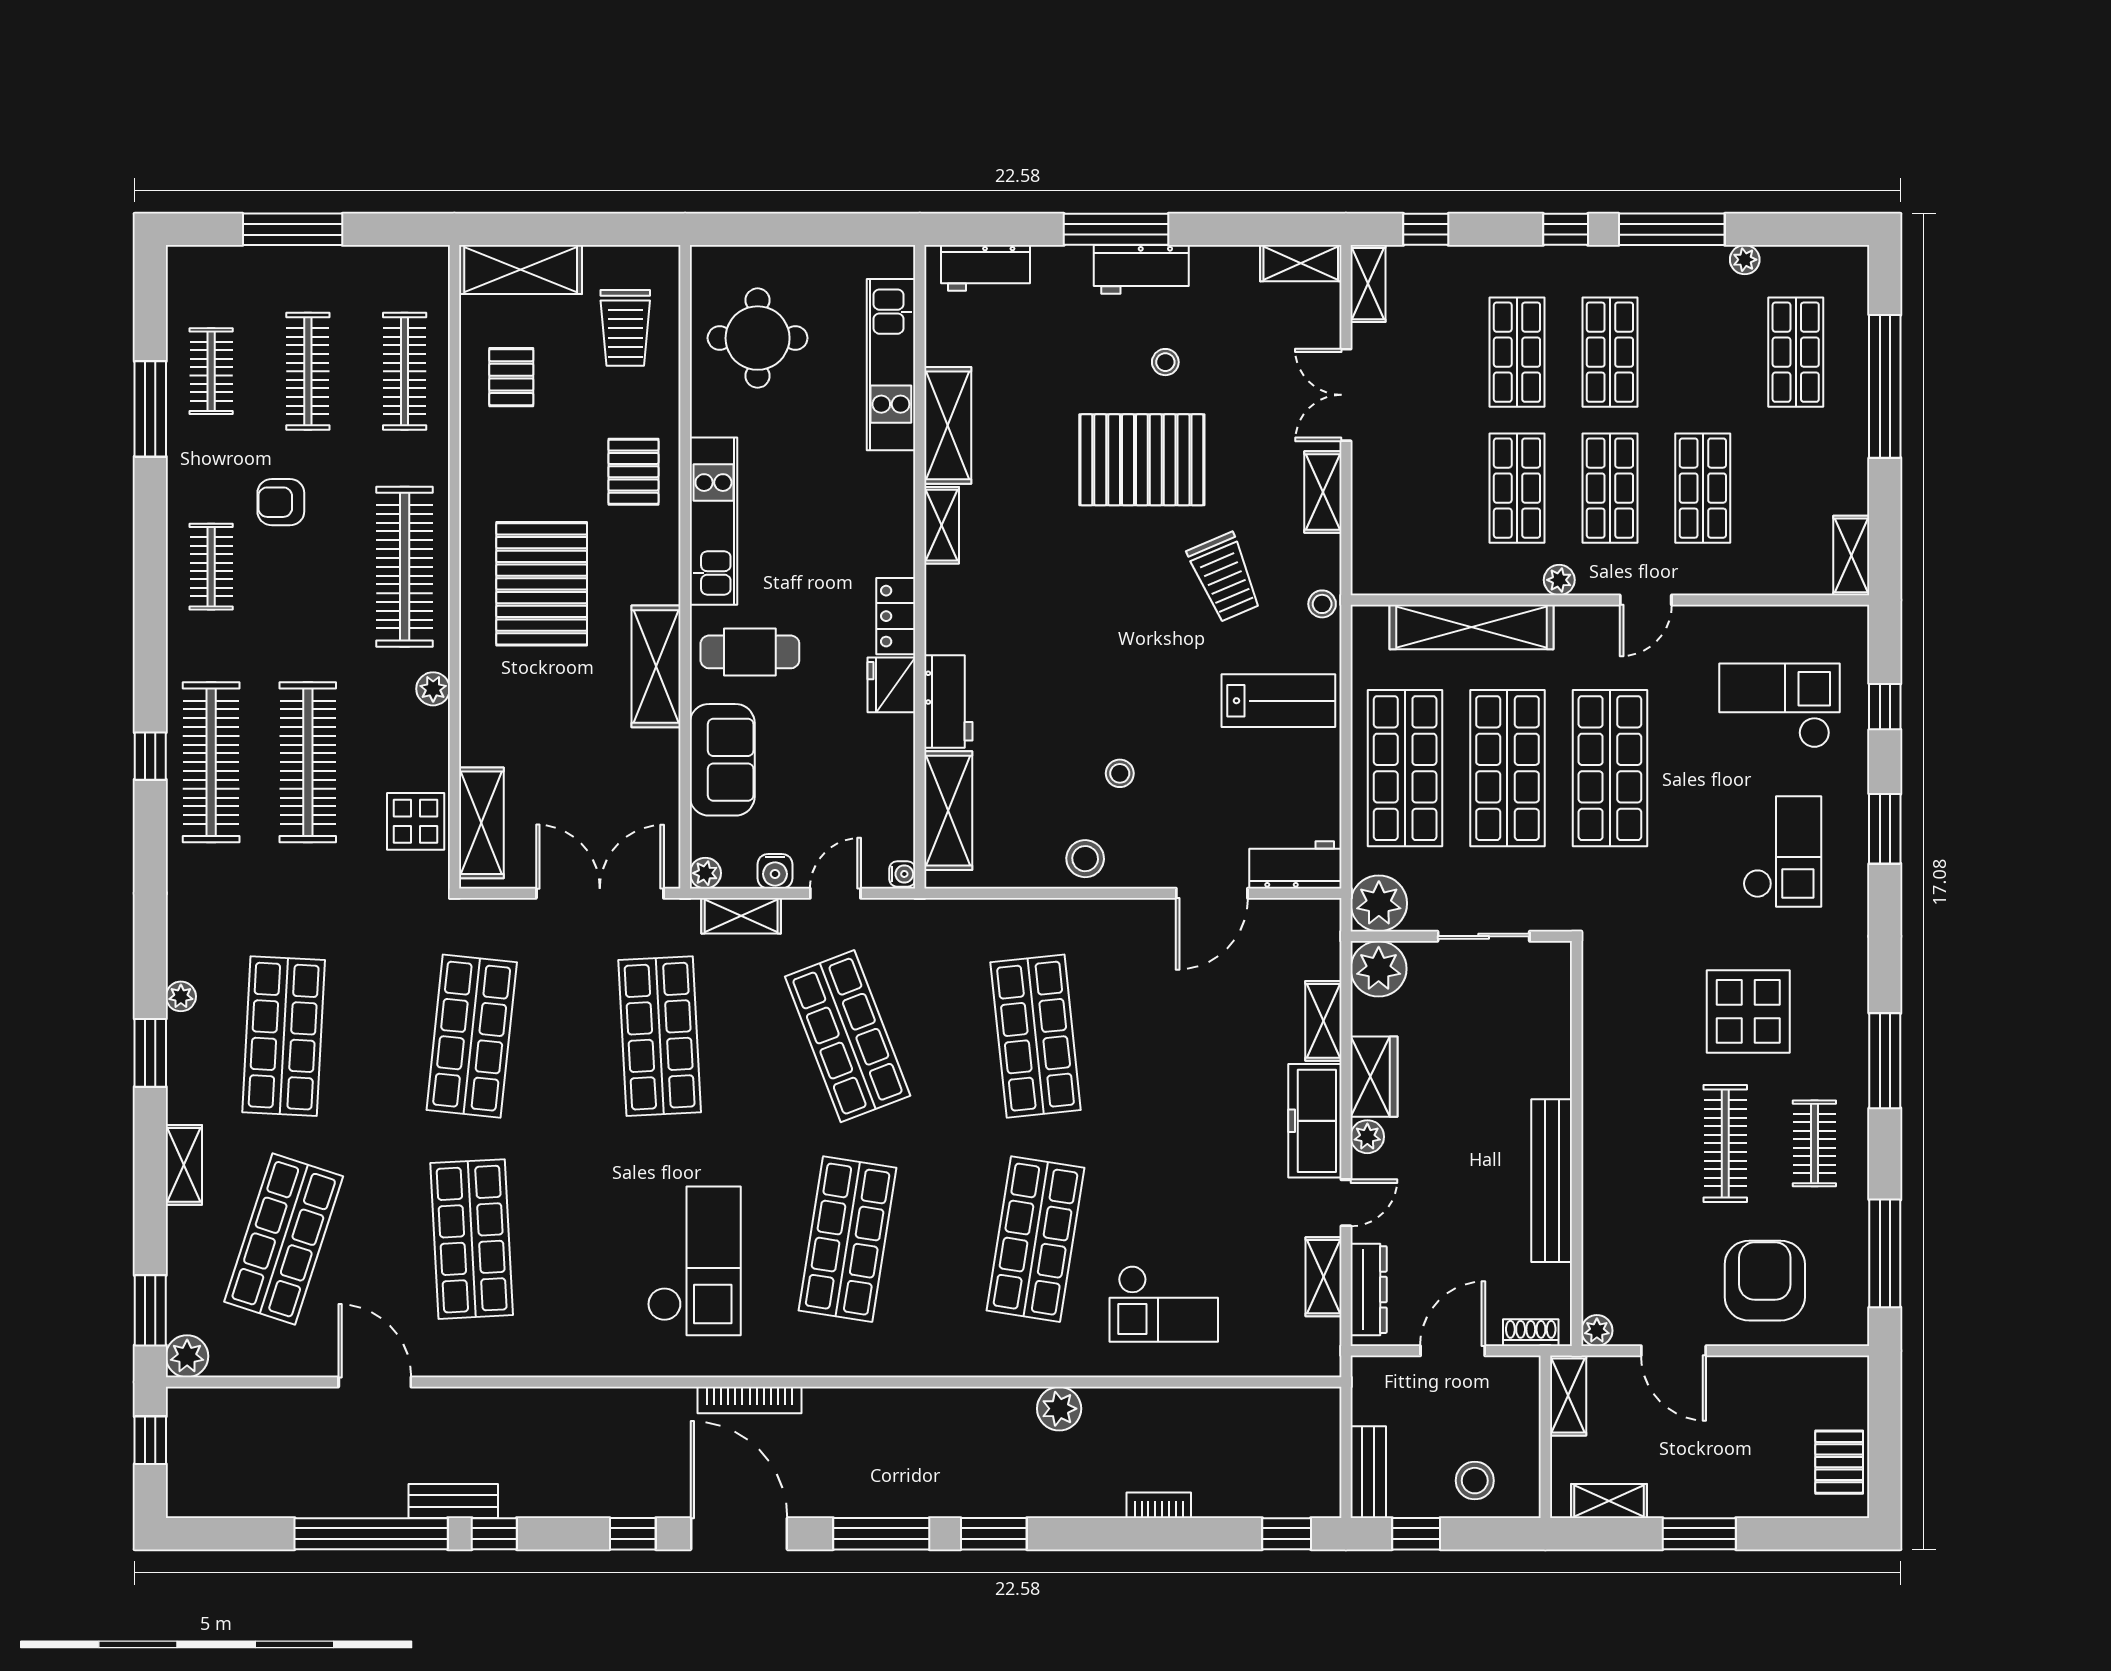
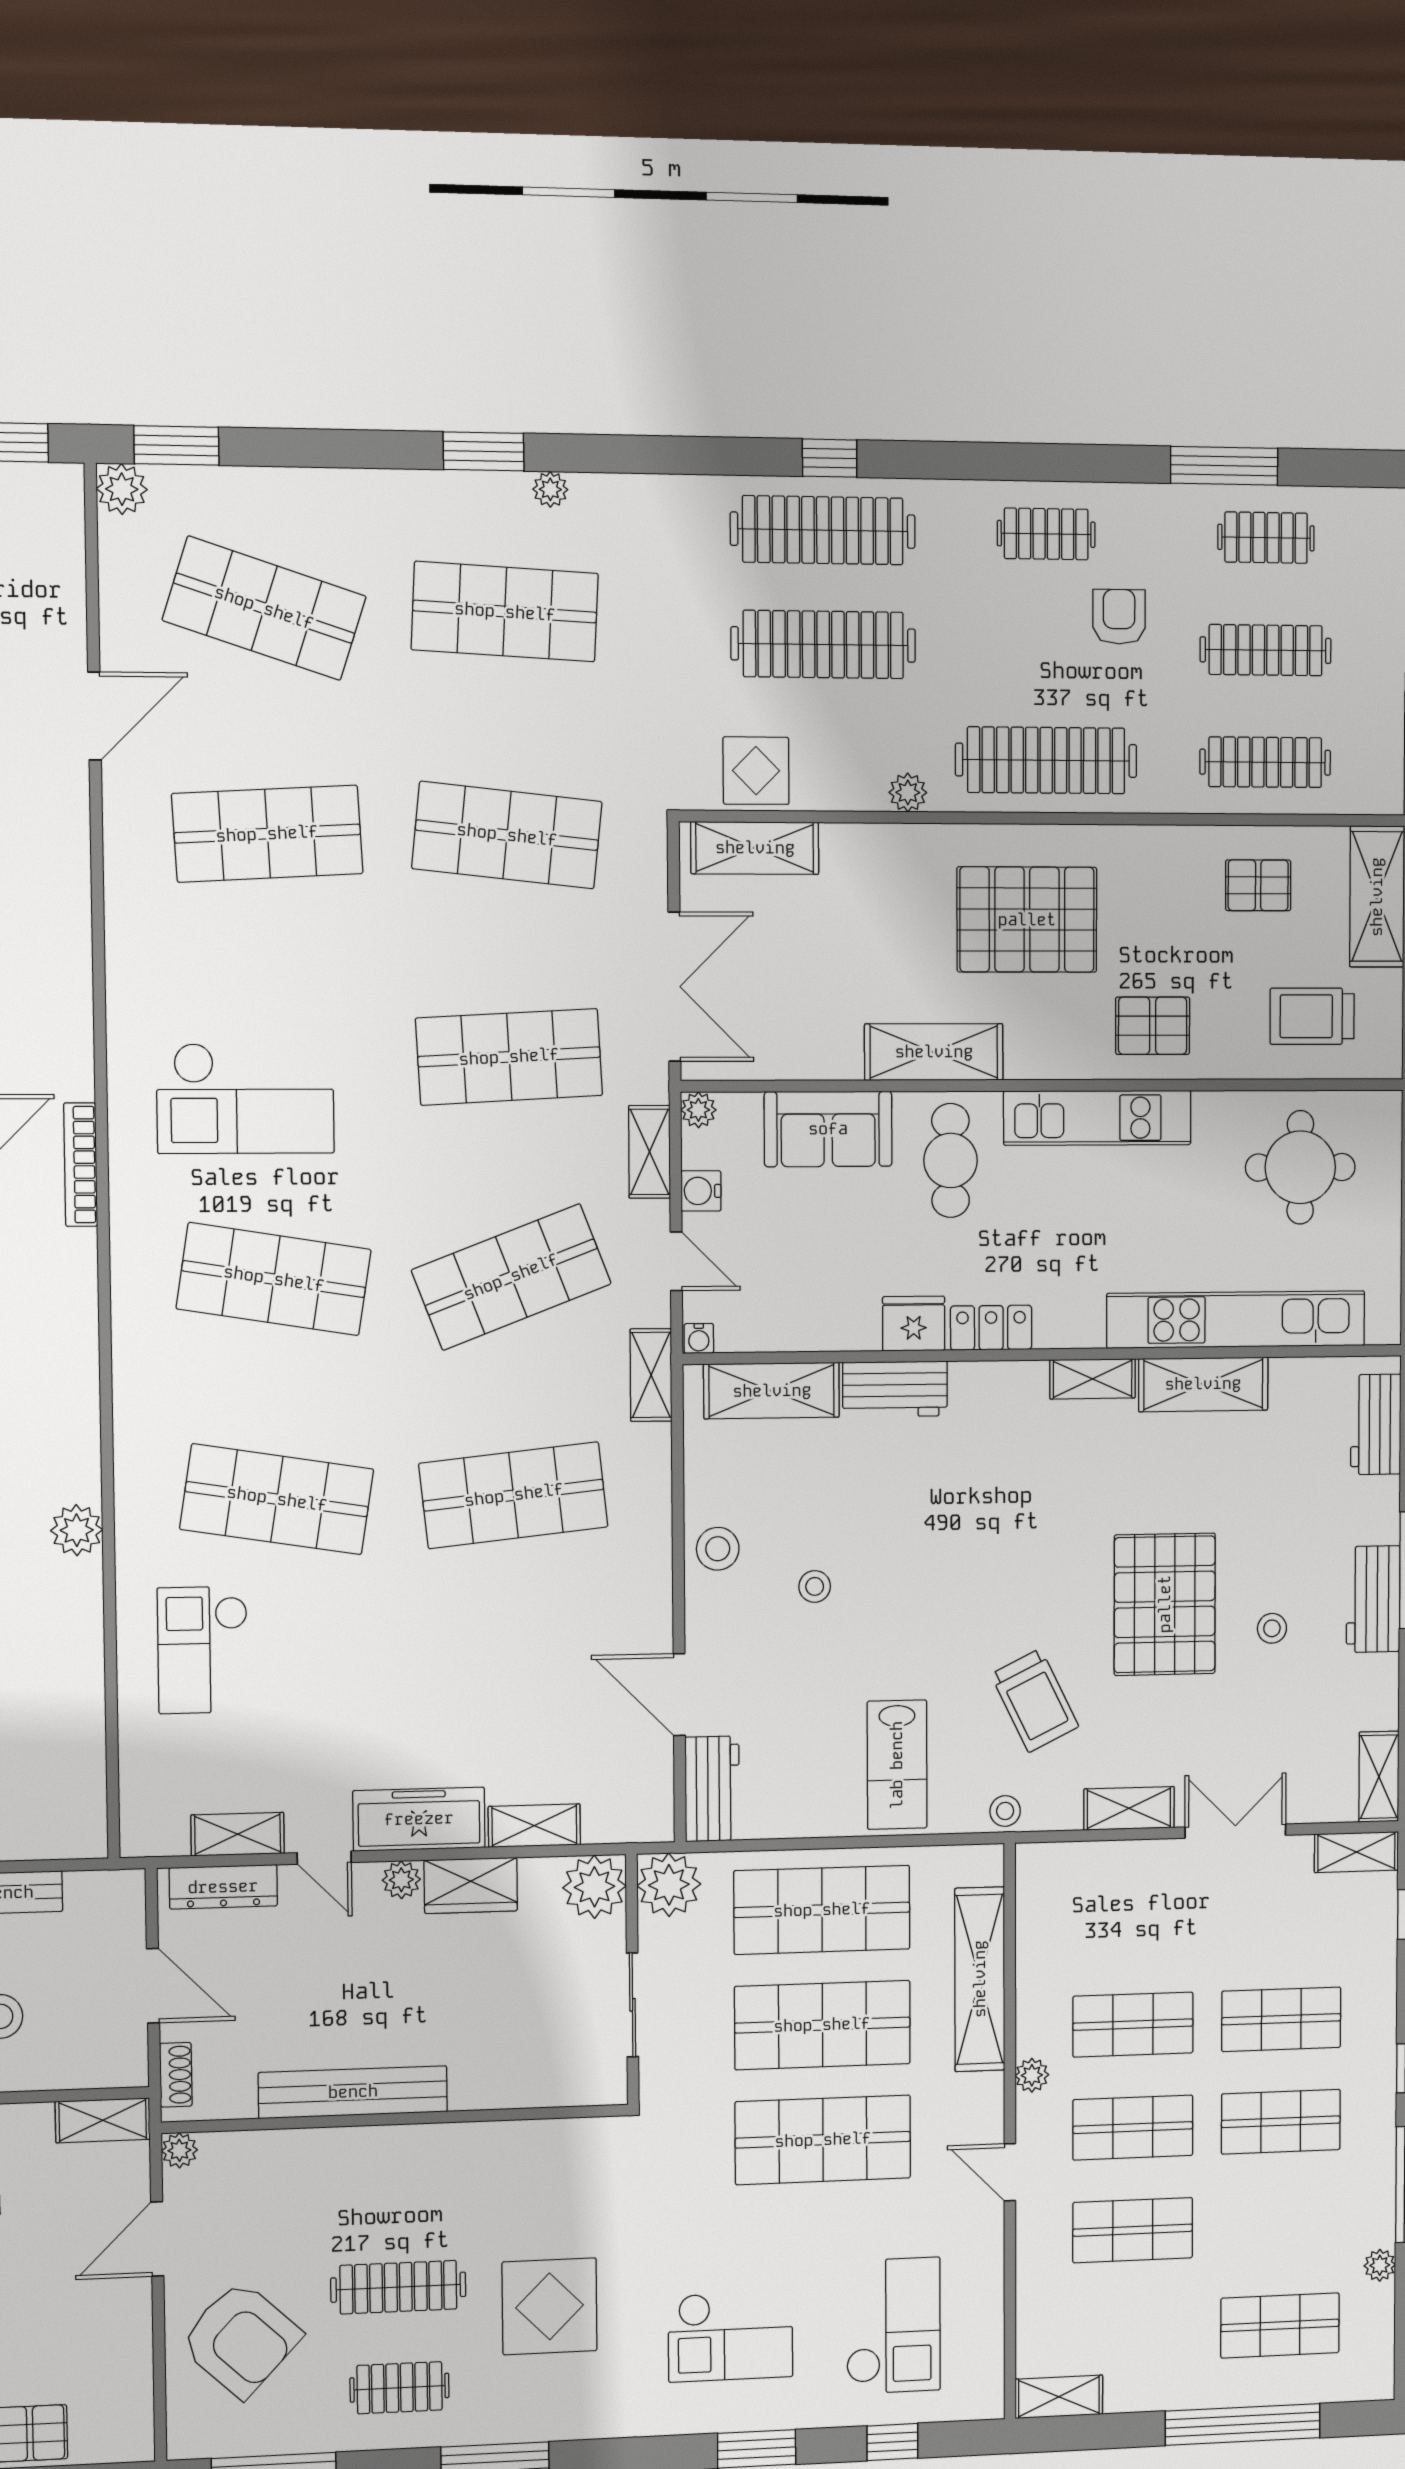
kitchen unit: (891, 365) -> (1236, 1319), width x1.36
trolley: (1225, 577) -> (1035, 1700), turned -93
shelving: (184, 1165) -> (651, 1375), moved, turned 90
armchair: (1765, 1281) -> (241, 2339), turned 43

